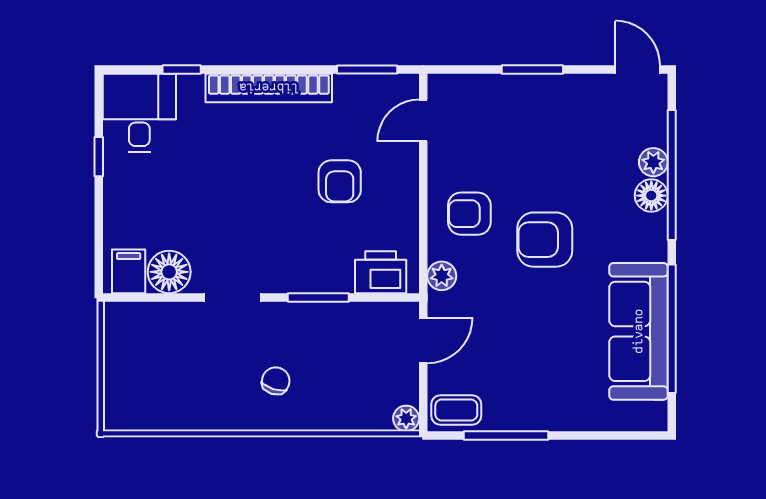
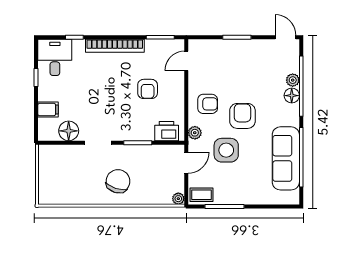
armchair: (469, 214) -> (208, 104), turned 180
armchair: (545, 240) -> (242, 116), turned 90
filing cabinet: (129, 271) -> (48, 110), moved, turned 90
side table: (510, 314) -> (226, 150), added
chair: (276, 381) -> (118, 181), width x1.87, depth x1.87

